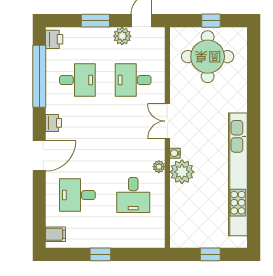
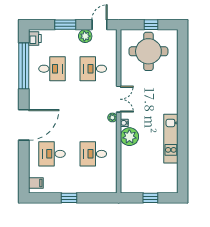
double door: (167, 121) -> (119, 99), swing flipped
printer: (54, 123) -> (34, 100), removed
door: (39, 156) -> (24, 125), width x1.36
plant: (159, 167) -> (112, 117), moved
kitchen unit: (238, 174) -> (171, 139), width x0.54
desk: (133, 195) -> (93, 154), turned 90

